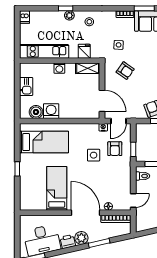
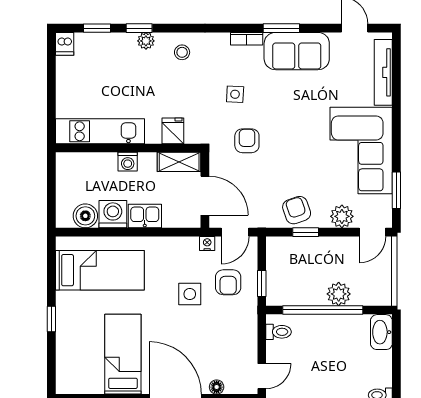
window: (42, 8) -> (97, 28), added
kitchen unit: (44, 51) -> (100, 131), moved
fridge: (84, 51) -> (173, 131), moved
wall: (60, 61) -> (128, 148), moved
washing machine: (59, 68) -> (128, 162), moved
shelving: (88, 68) -> (179, 162), moved
armchair: (125, 71) -> (247, 141), turned -125
kitchen sink: (26, 86) -> (145, 216), moved, turned -90

